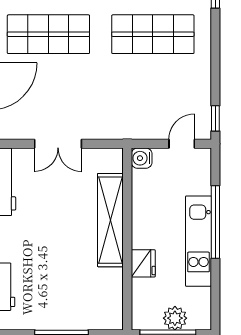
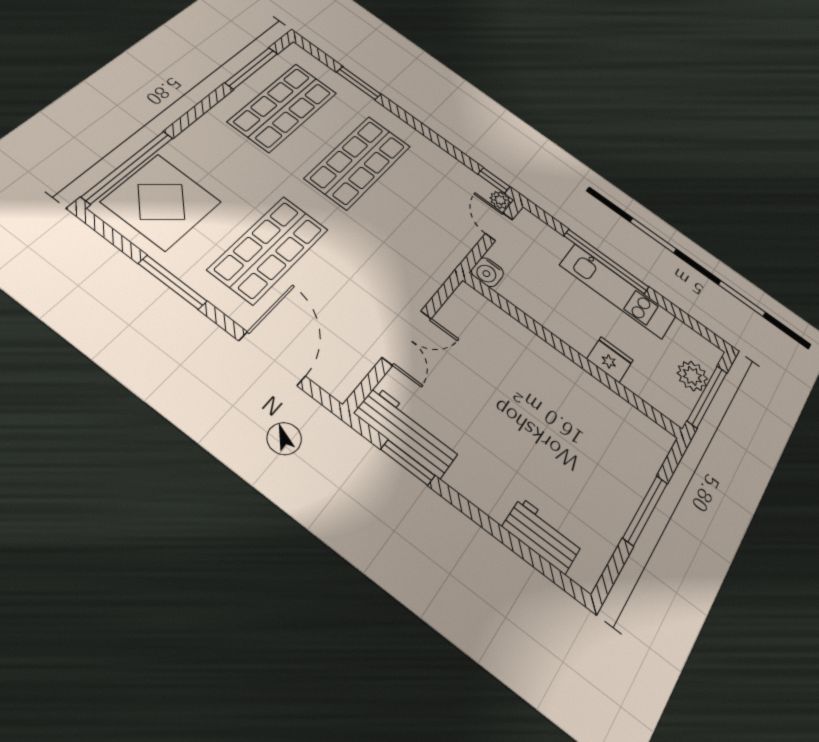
plant: (203, 132) -> (500, 200), added
shelving: (110, 220) -> (538, 354), removed

